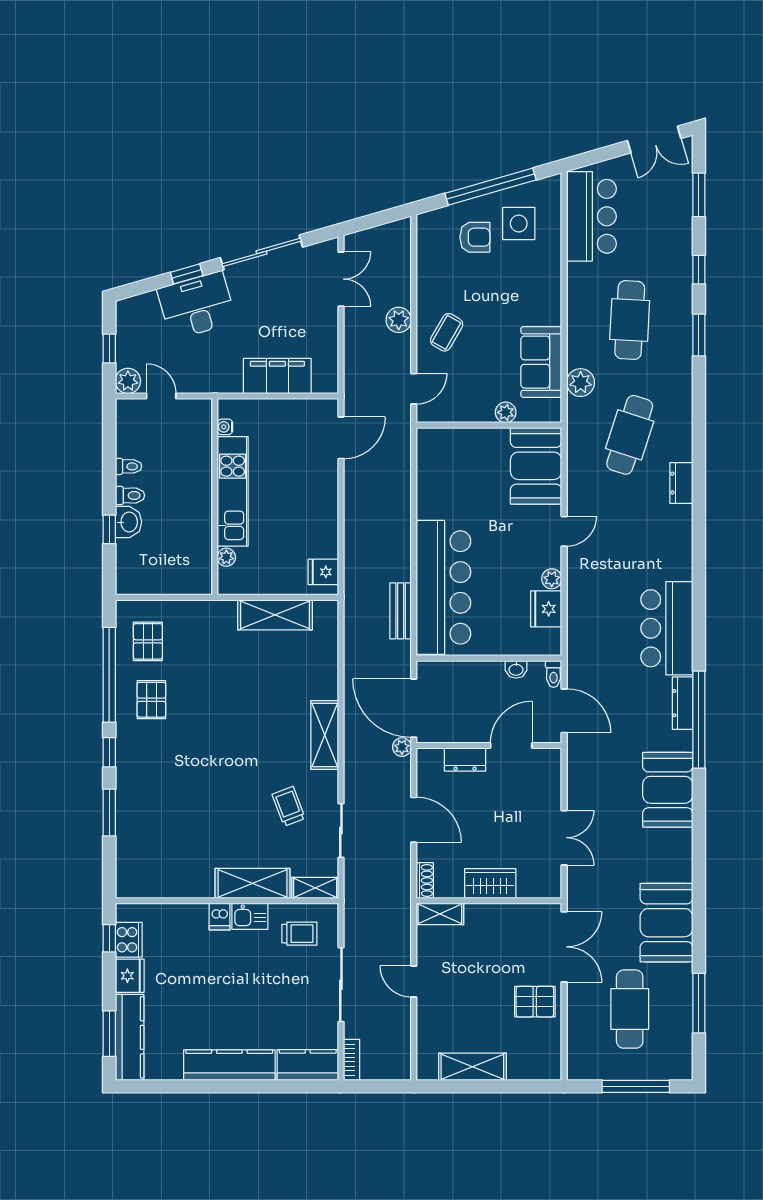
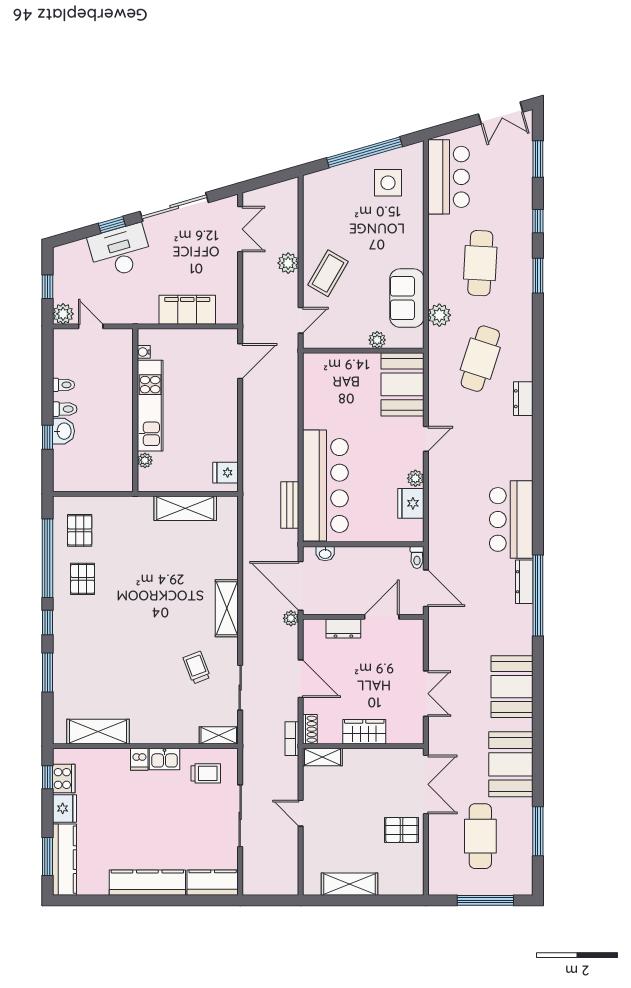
armchair: (475, 237) -> (352, 194), removed
coffee table: (447, 332) -> (328, 273), width x1.36, depth x1.30
washbasin: (516, 669) -> (325, 554), moved
booth: (668, 790) -> (512, 687), moved
shelving: (253, 883) -> (98, 732), moved
bookcase: (352, 1060) -> (292, 739), moved, turned 180

